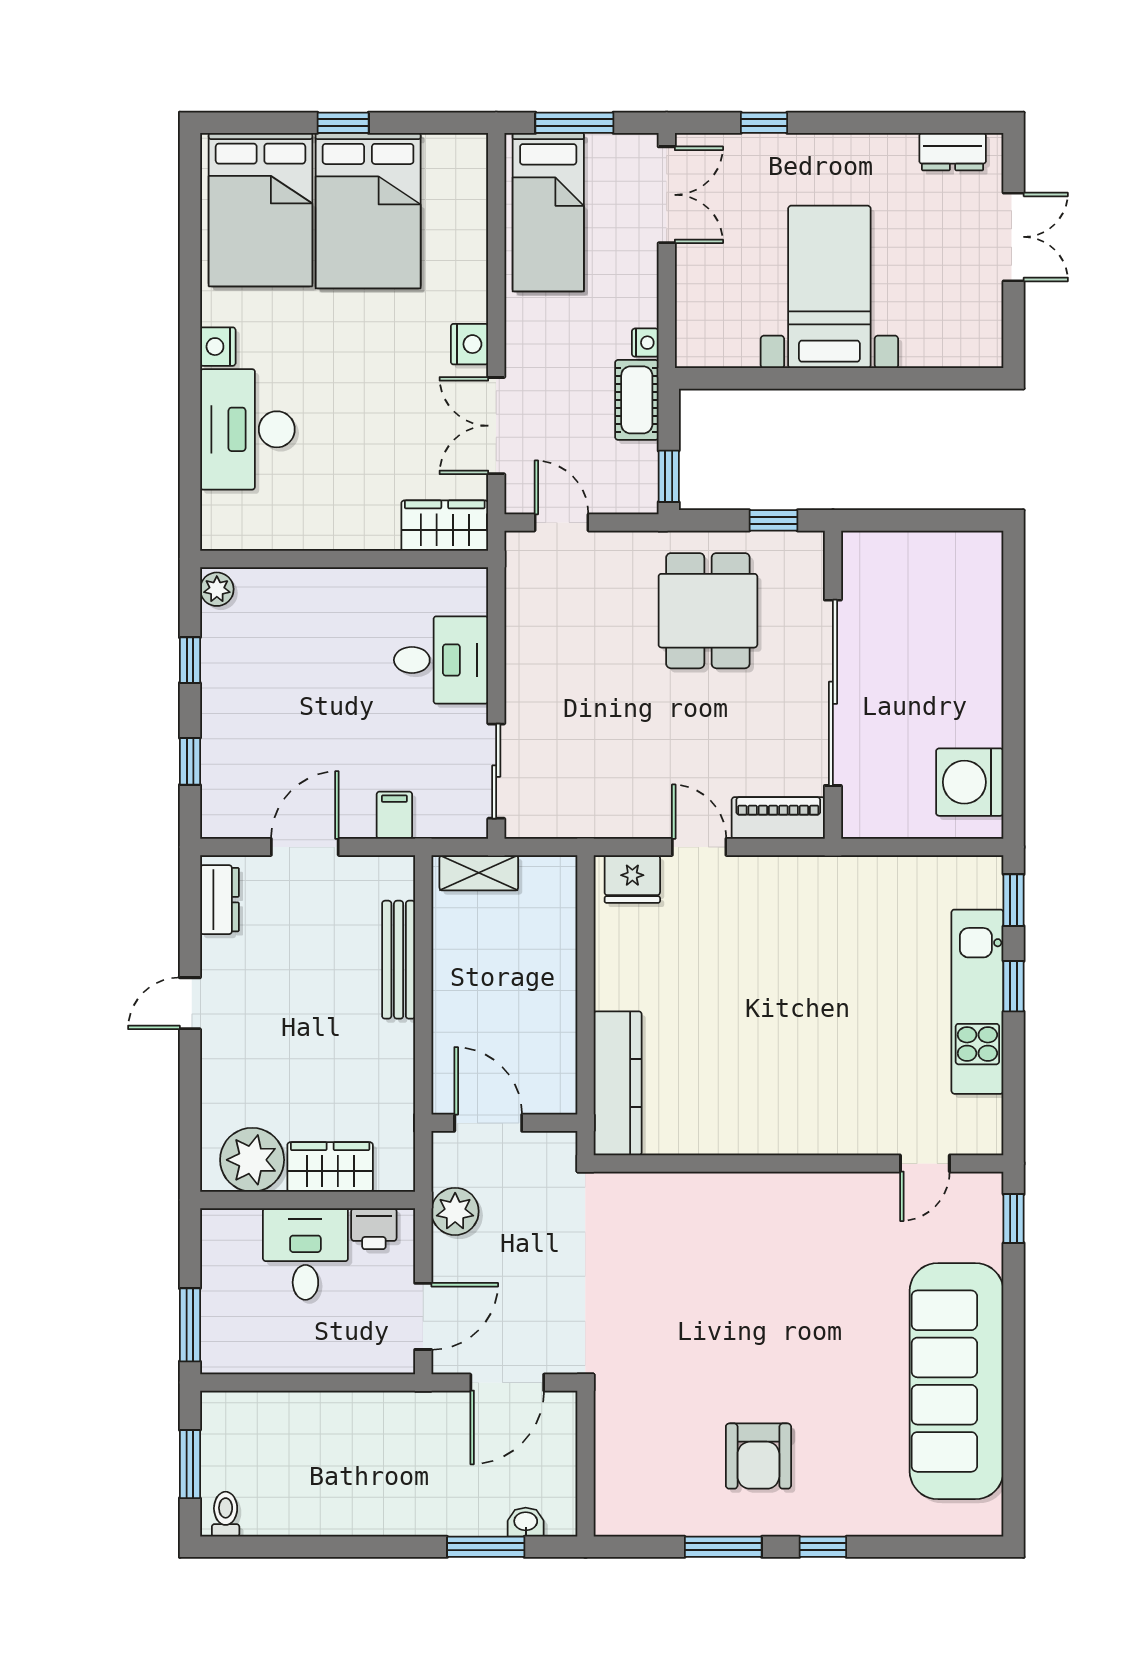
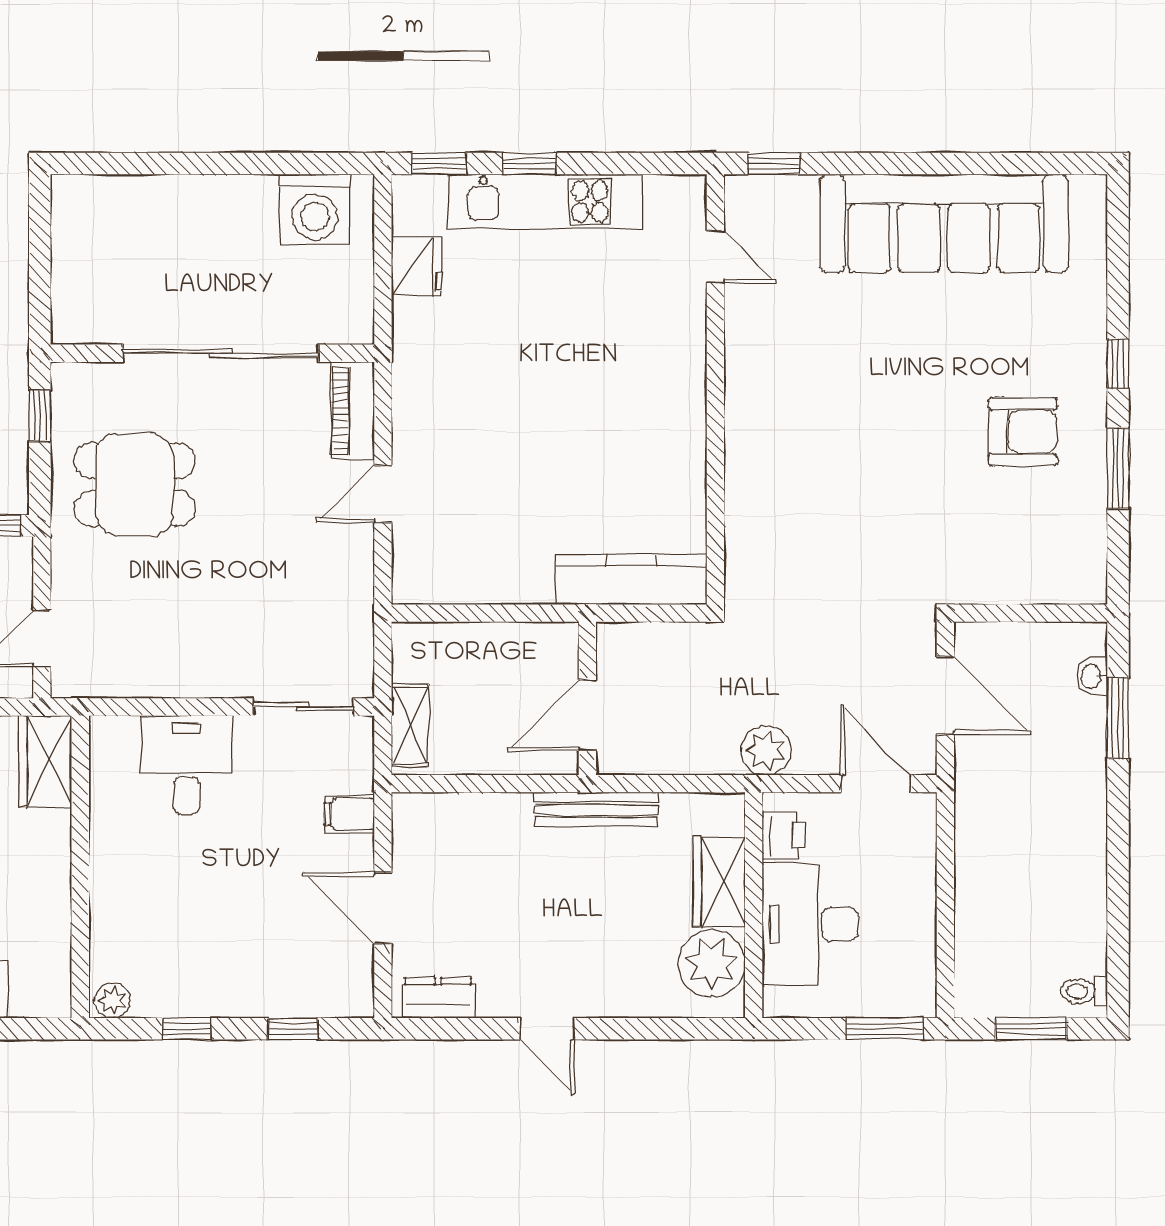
fridge: (632, 879) -> (416, 266), moved
bench: (399, 960) -> (596, 810), moved
door: (488, 1123) -> (587, 715), moved
wall: (504, 1123) -> (587, 698), moved
desk: (305, 1254) -> (810, 924), width x1.37

